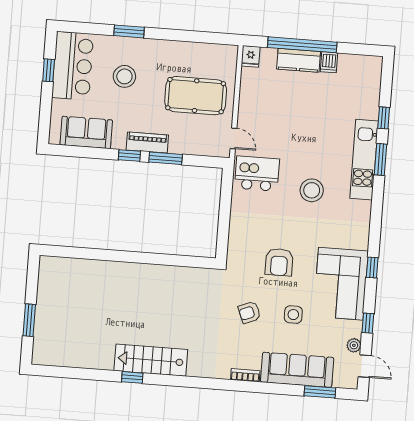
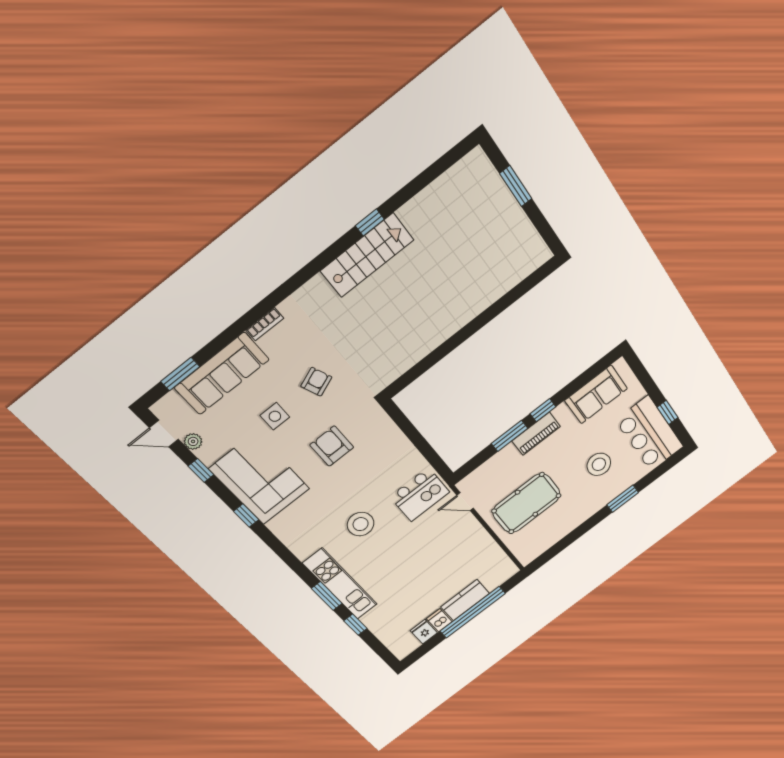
fridge: (251, 56) -> (424, 632), moved

